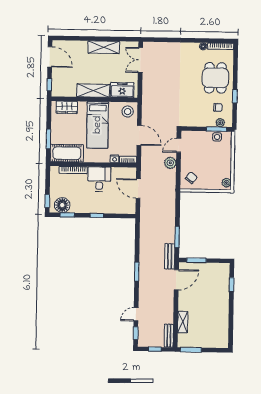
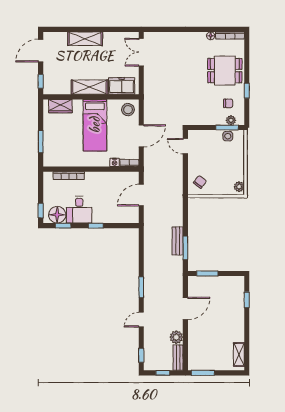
shelving: (104, 47) -> (85, 39), moved
door: (50, 57) -> (41, 51), swing flipped
dining table: (215, 78) -> (225, 71), turned 90
door: (139, 135) -> (141, 136), hinge flipped
door: (179, 145) -> (185, 146), hinge flipped
cot: (67, 153) -> (61, 157), removed
plant: (170, 163) -> (176, 337), moved
desk: (99, 179) -> (79, 210), moved, turned 180
door: (138, 189) -> (141, 195), hinge flipped
bench: (170, 256) -> (178, 241), moved
door: (176, 280) -> (185, 308), moved
door: (136, 314) -> (141, 320), moved
shelving: (183, 322) -> (239, 355), moved

